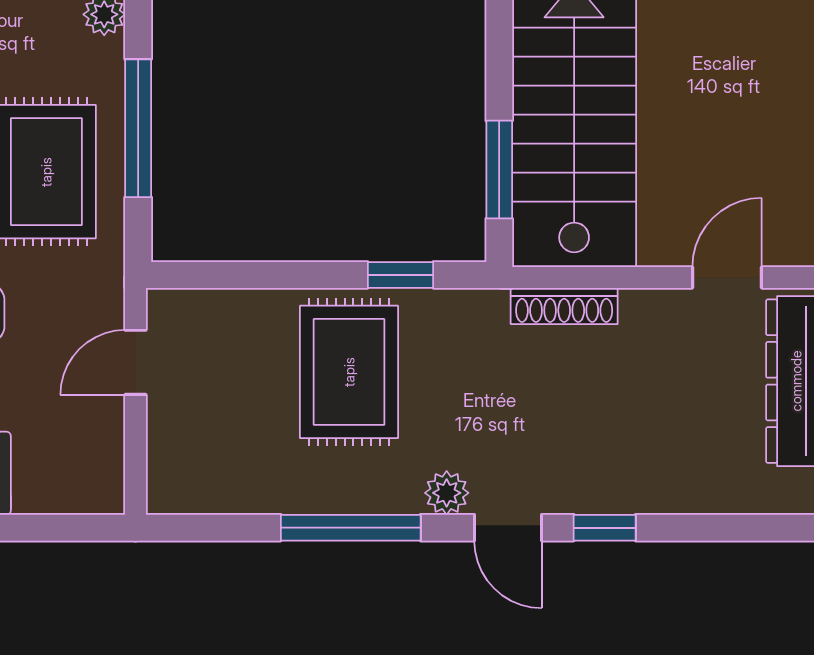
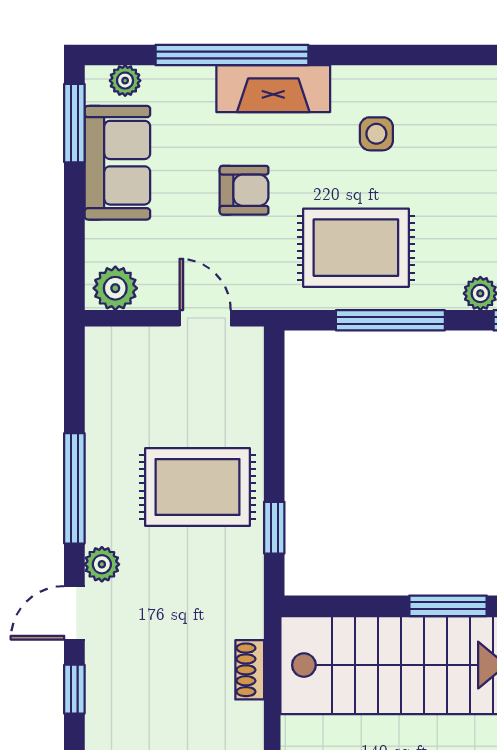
window: (499, 170) -> (448, 606), moved
shoe rack: (564, 306) -> (250, 670), width x0.70
plant: (98, 476) -> (115, 288), added

